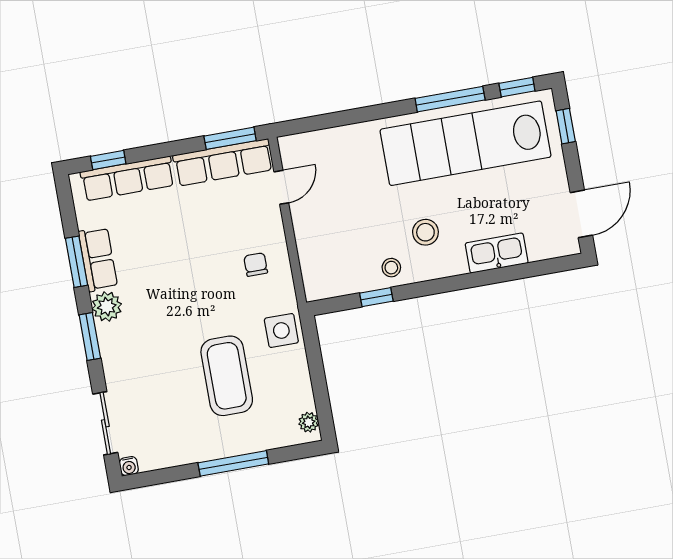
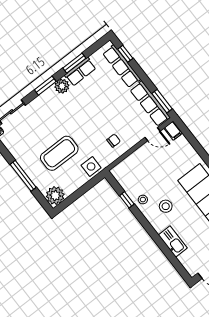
filing cabinet: (295, 146) -> (173, 131), added
plant: (309, 422) -> (55, 195), width x1.88, depth x1.88

